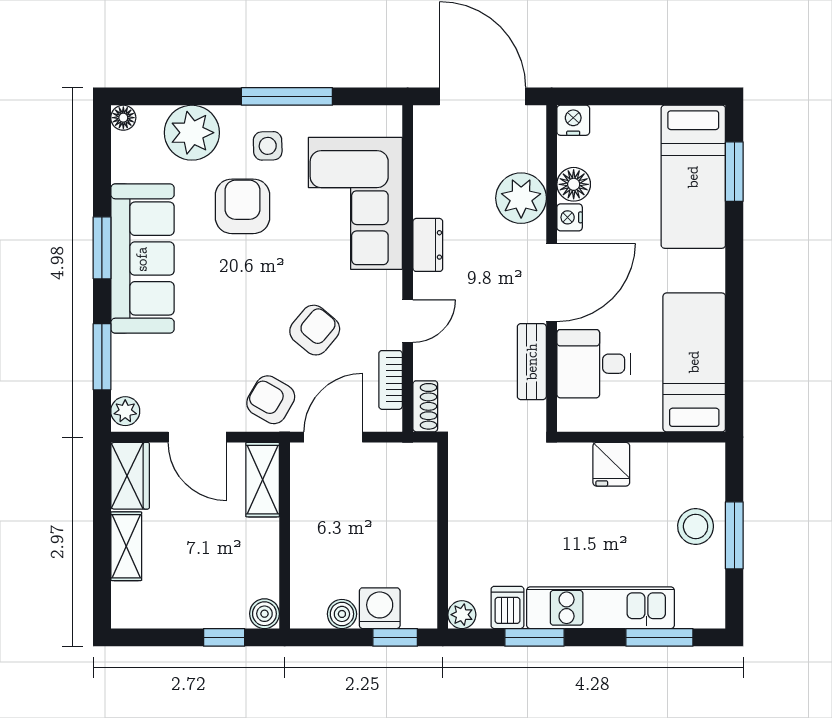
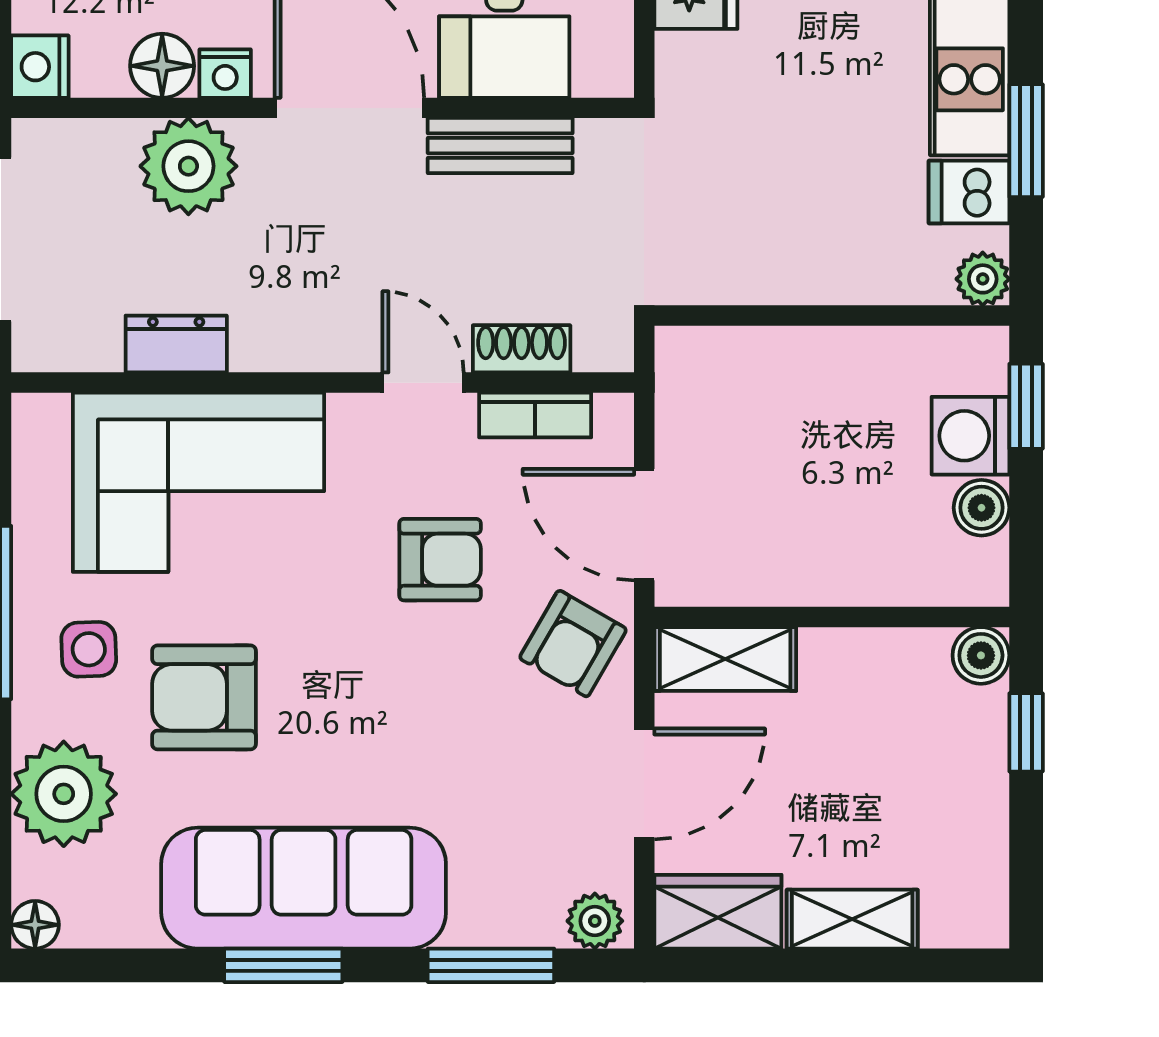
dresser: (428, 245) -> (176, 344), moved
armchair: (315, 330) -> (440, 560), turned 140
shoe rack: (425, 406) -> (522, 349), moved

